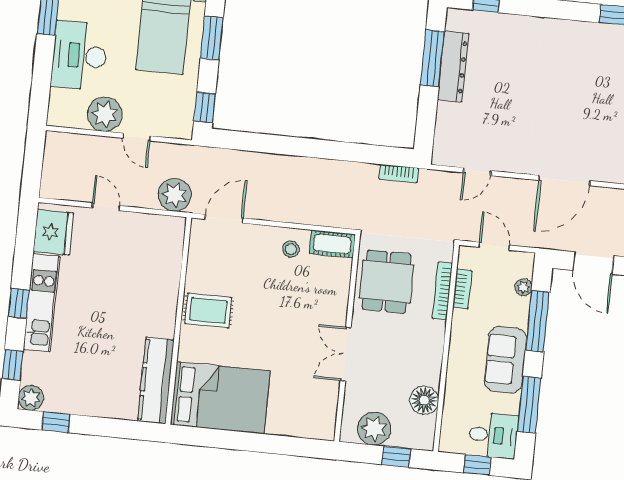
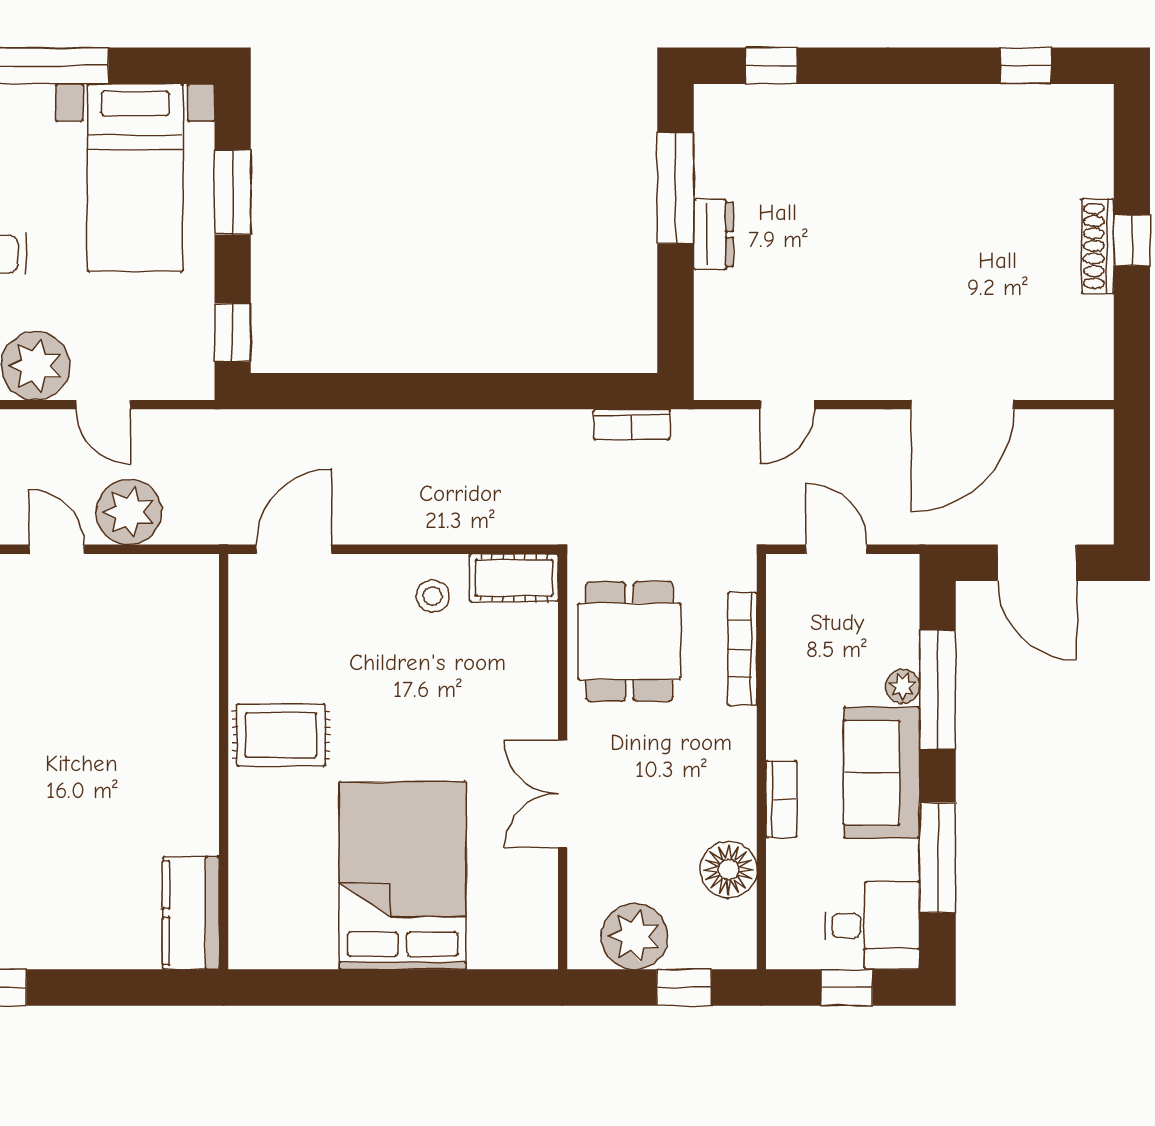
dresser: (453, 67) -> (713, 234), width x0.51, depth x0.80
plant: (175, 195) -> (129, 512), moved
plant: (523, 287) -> (903, 686), moved
bookcase: (462, 289) -> (781, 799), moved
kitchen counter: (156, 380) -> (191, 913), width x0.67
bed: (220, 398) -> (403, 876), moved, turned -90

